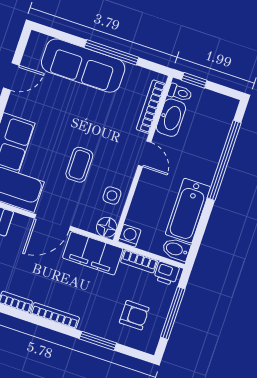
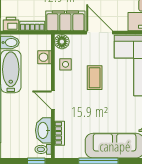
bookcase: (151, 107) -> (60, 133), width x0.64
door: (52, 222) -> (100, 33), hinge flipped
washing machine: (129, 236) -> (45, 57), moved, turned 90

